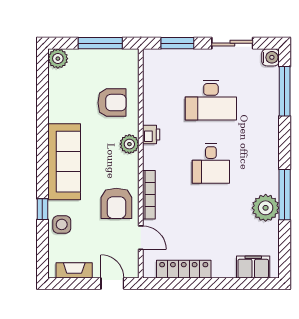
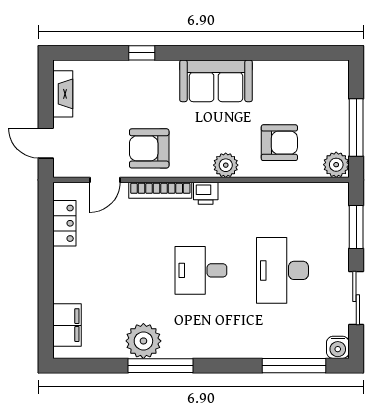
plant: (58, 59) -> (336, 165), moved
armchair: (112, 103) -> (279, 143), turned -90
printer: (151, 135) -> (206, 193), moved
sofa: (64, 162) -> (216, 81), width x0.73
side table: (62, 224) -> (122, 78), removed
locker: (184, 269) -> (64, 223), width x0.66
door: (112, 284) -> (46, 143), swing flipped

